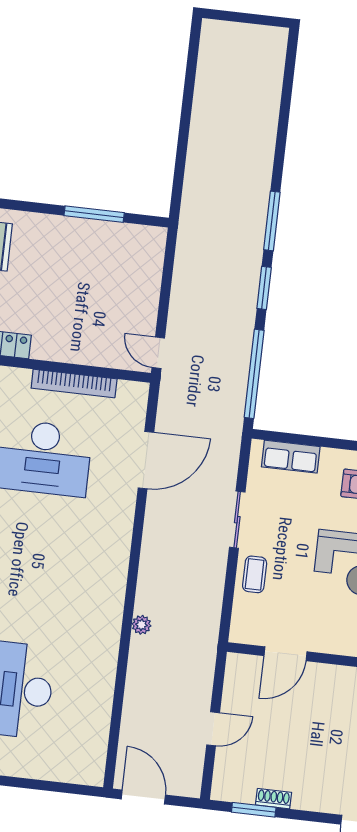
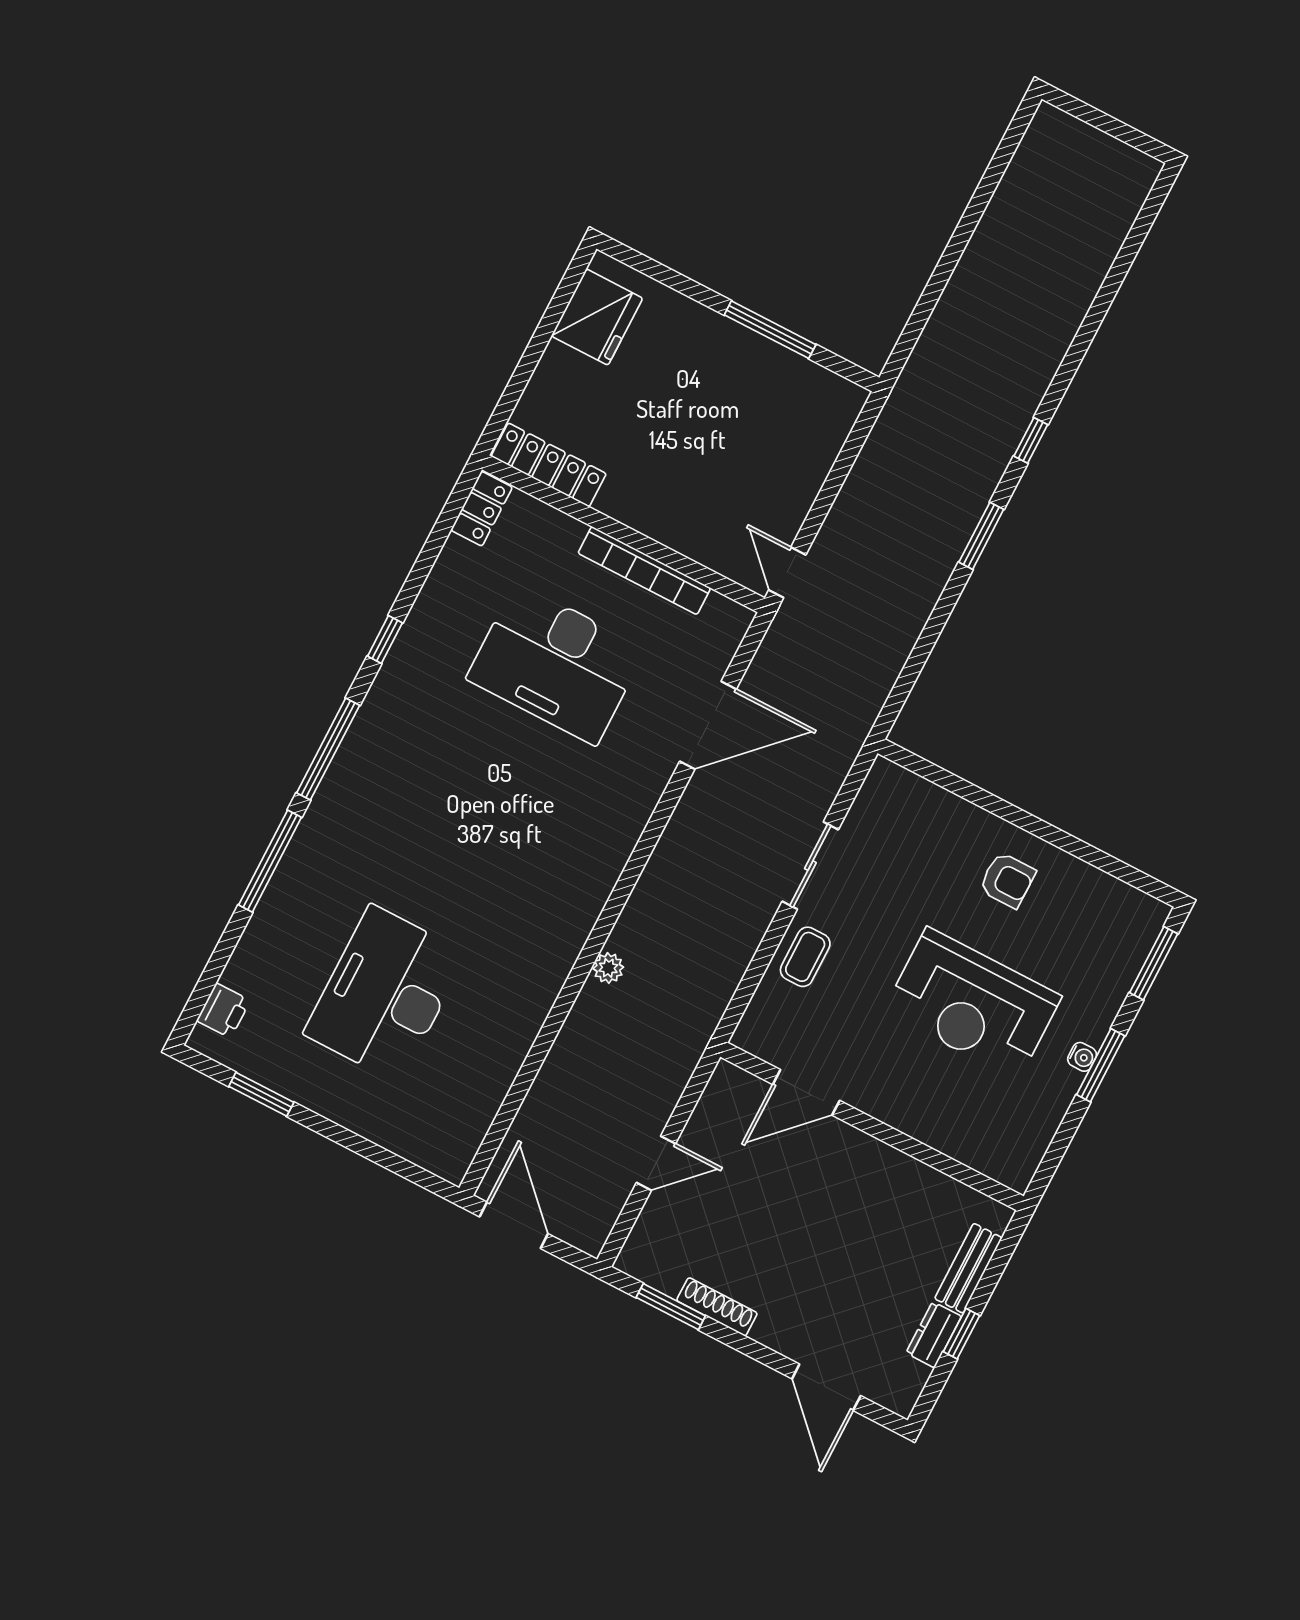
window: (272, 221) -> (1031, 440), width x0.46
window: (254, 374) -> (918, 658), removed
row of seats: (291, 457) -> (926, 802), removed
shoe rack: (274, 799) -> (717, 1307), width x1.43

